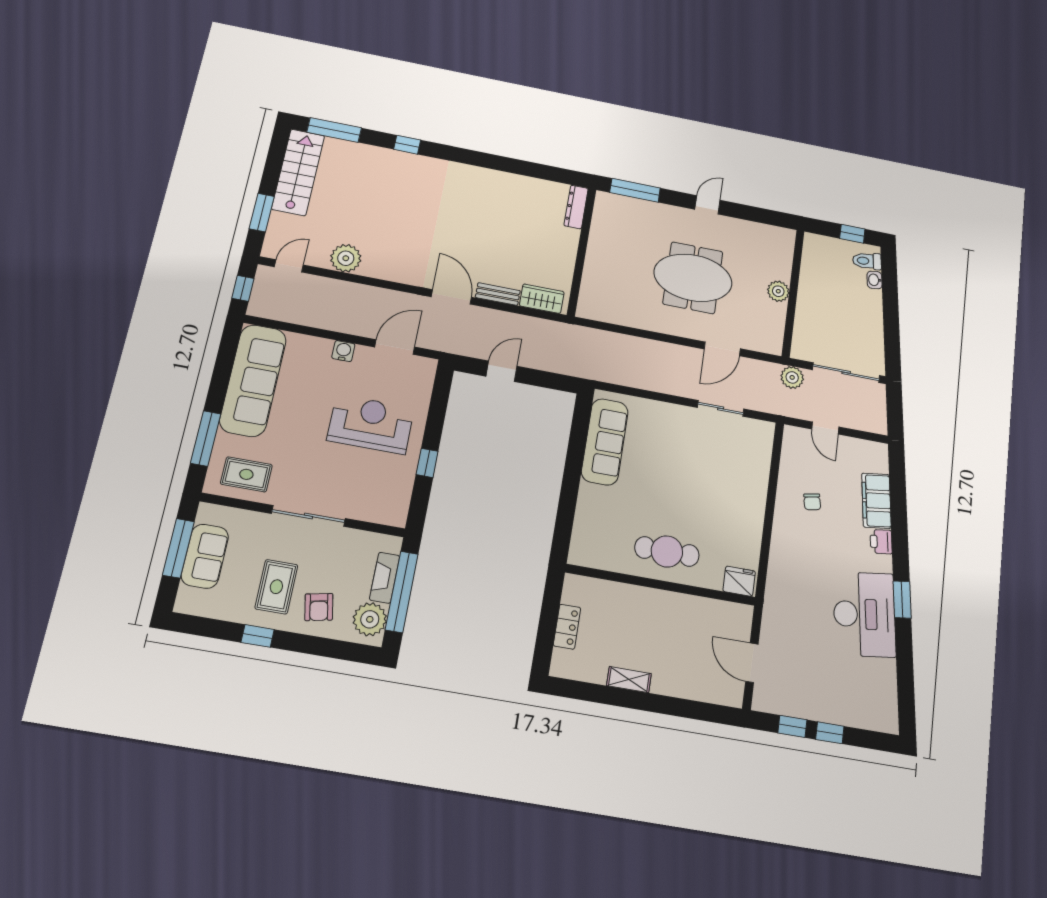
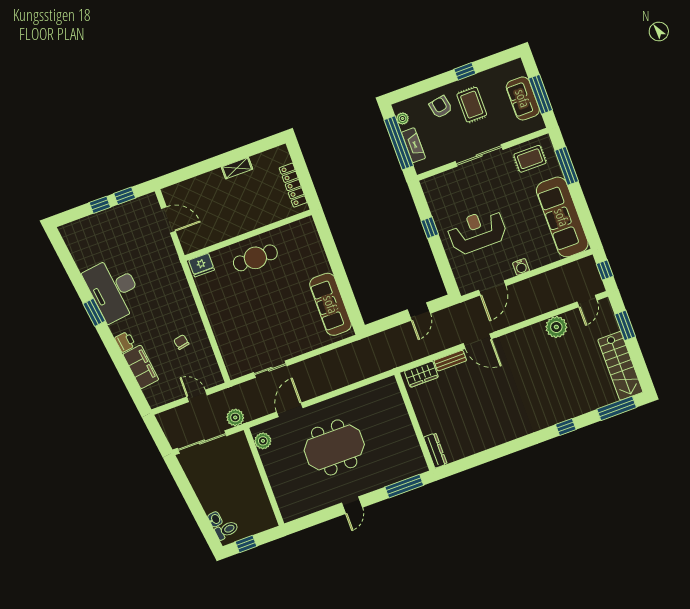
plant: (778, 291) -> (263, 441), moved
reception desk: (371, 424) -> (477, 231), turned 180
plant: (370, 619) -> (403, 118), width x0.53, depth x0.53
locker: (567, 627) -> (293, 185), width x1.53

